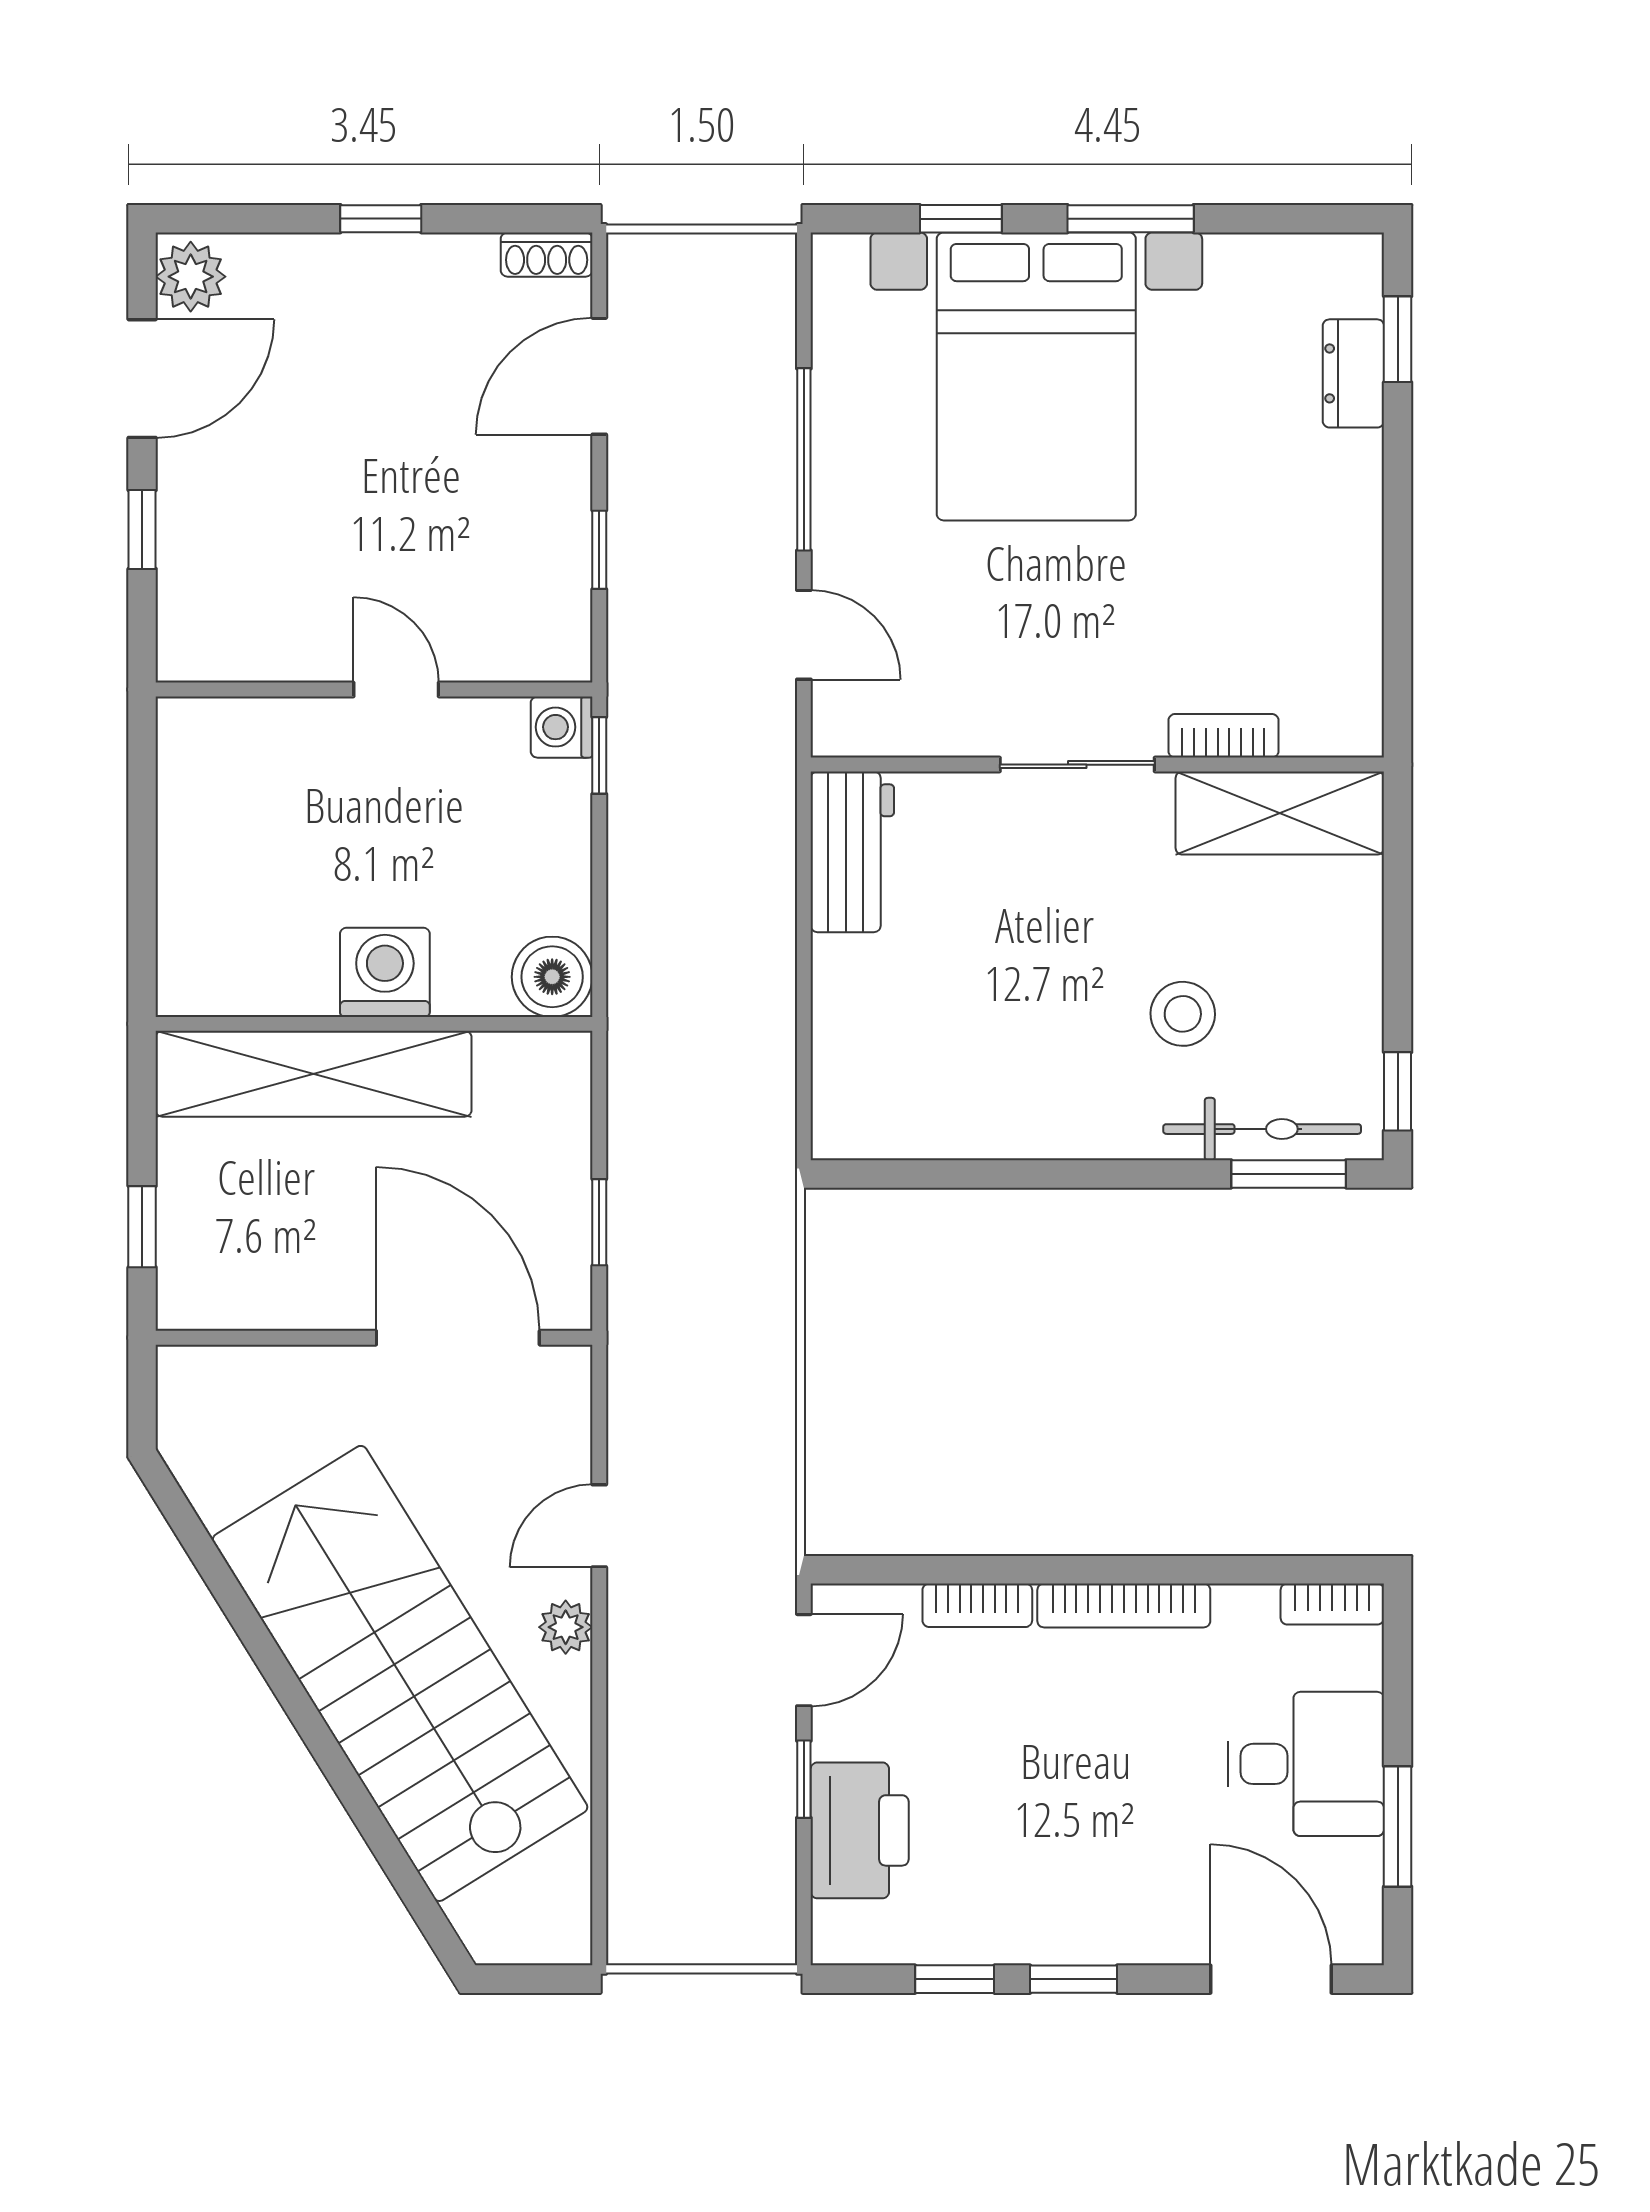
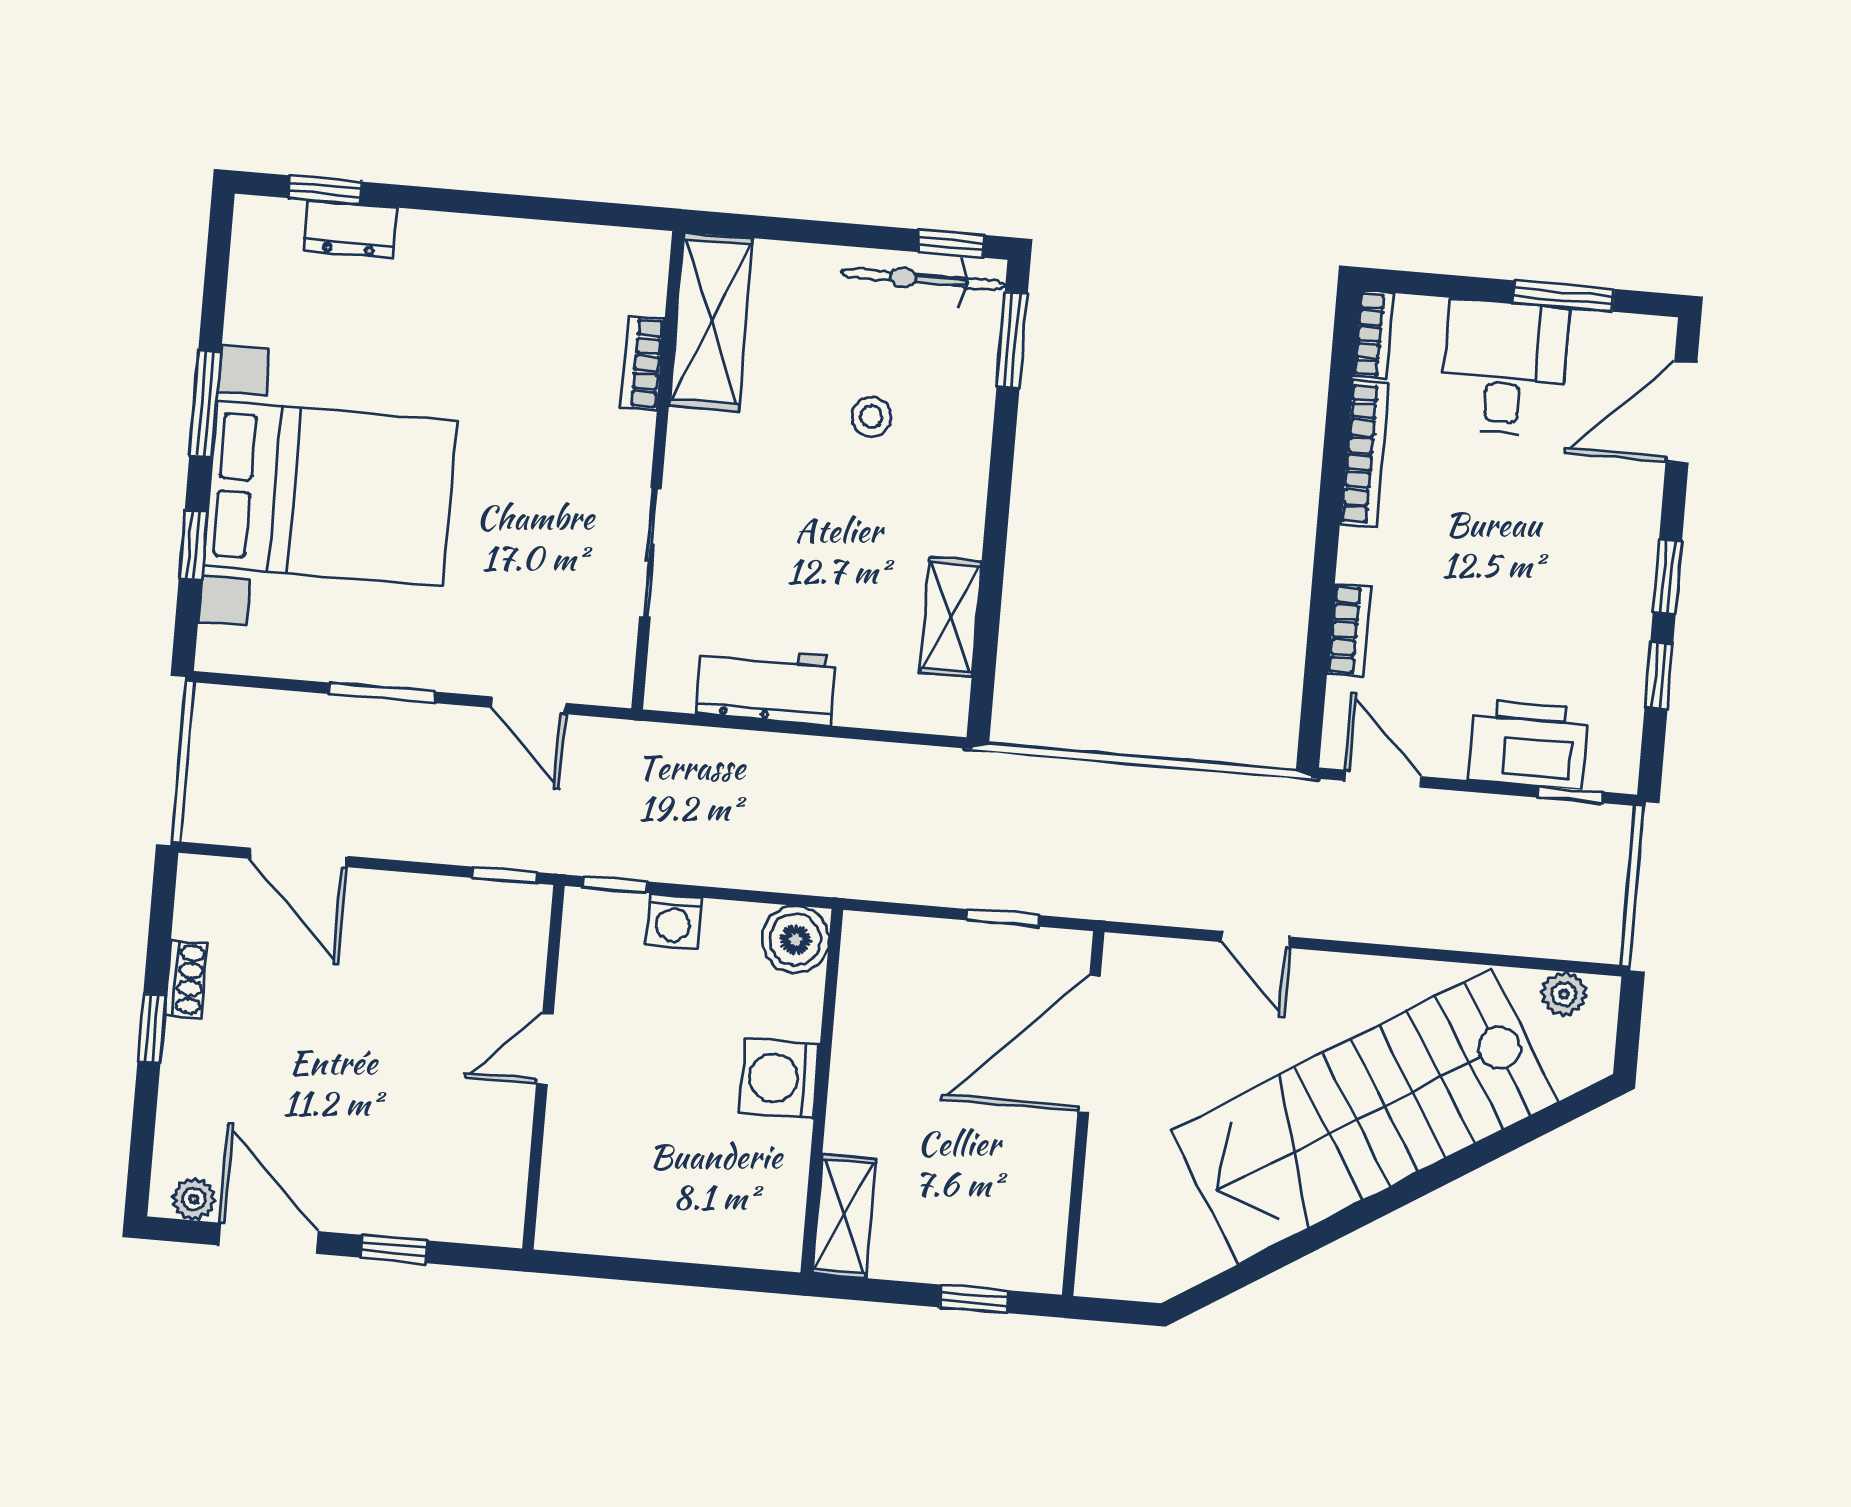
shoe rack: (547, 255) -> (186, 979), moved
plant: (191, 277) -> (194, 1199), width x0.73, depth x0.73
window: (804, 459) -> (382, 693), width x0.69
window: (599, 550) -> (505, 875), moved
door: (804, 635) -> (528, 705), swing flipped
washing machine: (562, 727) -> (673, 921), moved
sliding door: (1077, 765) -> (650, 553), moved
workbench: (852, 852) -> (766, 685), moved
stool: (1183, 1014) -> (871, 417), width x0.73, depth x0.73
shelving: (314, 1074) -> (844, 1216), width x0.45, depth x0.75
shelving: (953, 1129) -> (951, 617), added
bicycle: (1262, 1129) -> (923, 279), moved, turned -90
bookcase: (1124, 1605) -> (1364, 454), moved
plant: (566, 1627) -> (1564, 994), moved
window: (804, 1779) -> (1571, 795), moved

